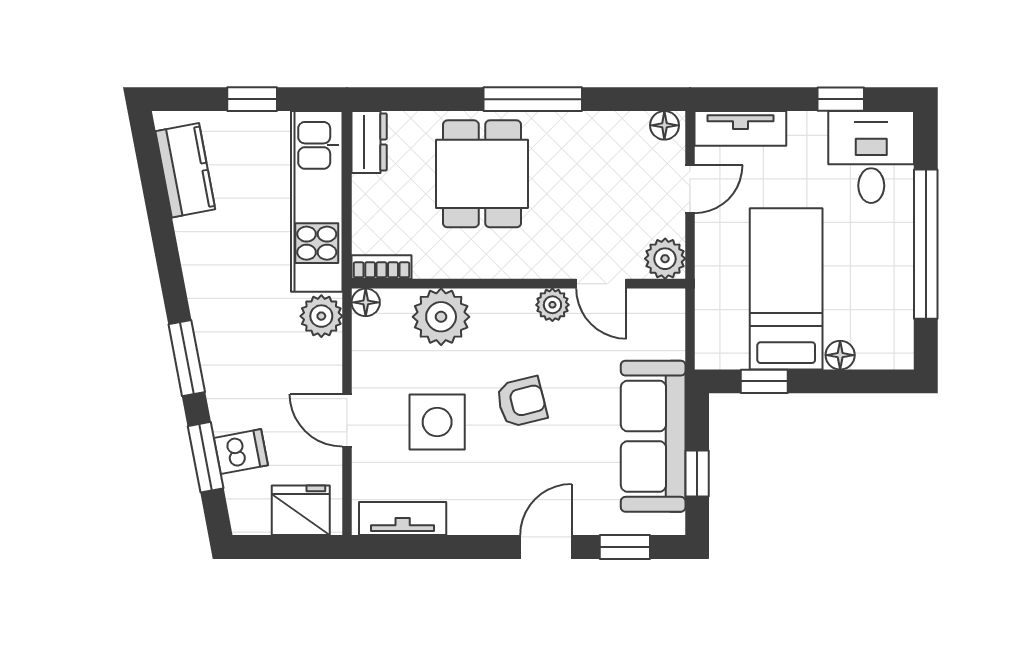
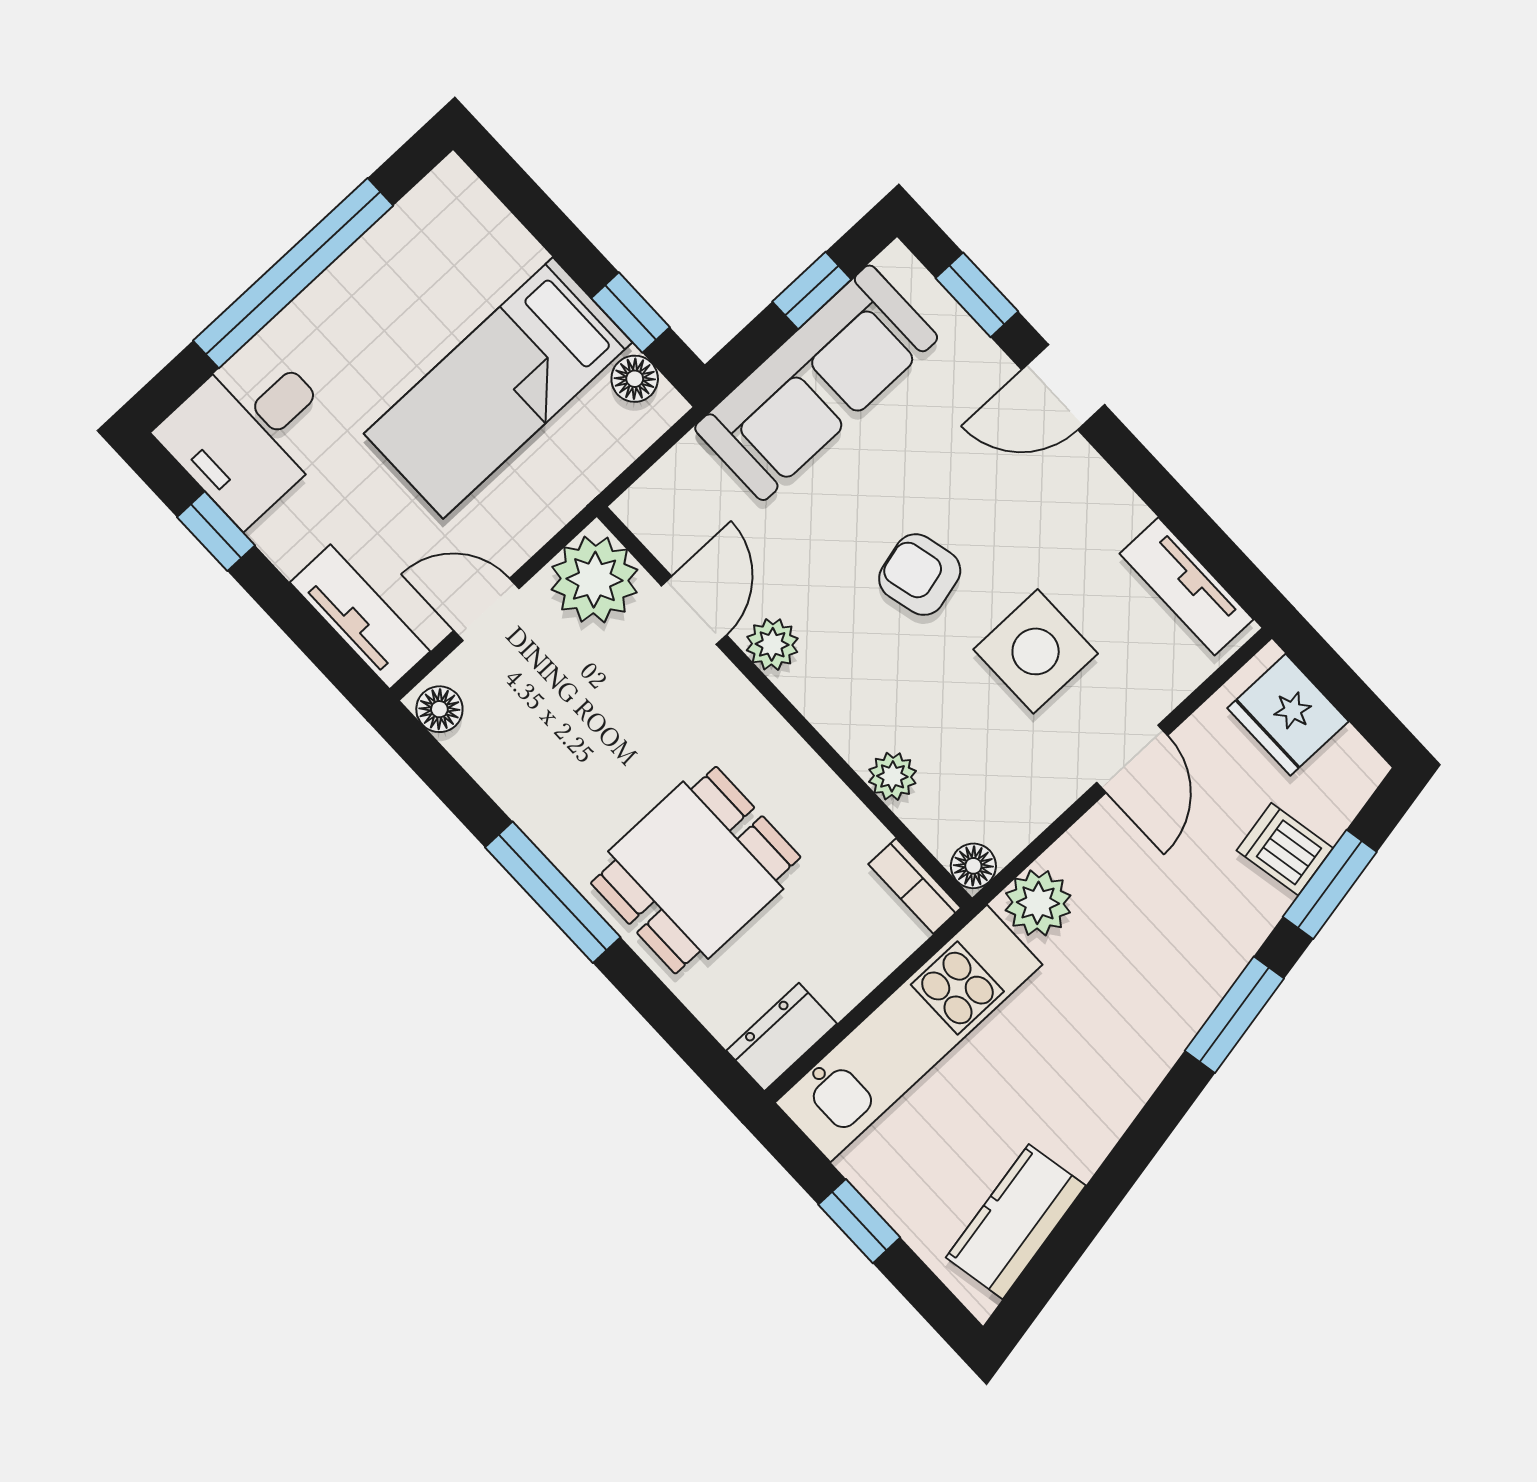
plant: (665, 259) -> (594, 580), width x1.36, depth x1.36
plant: (441, 317) -> (892, 776), width x0.53, depth x0.53
floor lamp: (840, 355) -> (635, 379), moved

